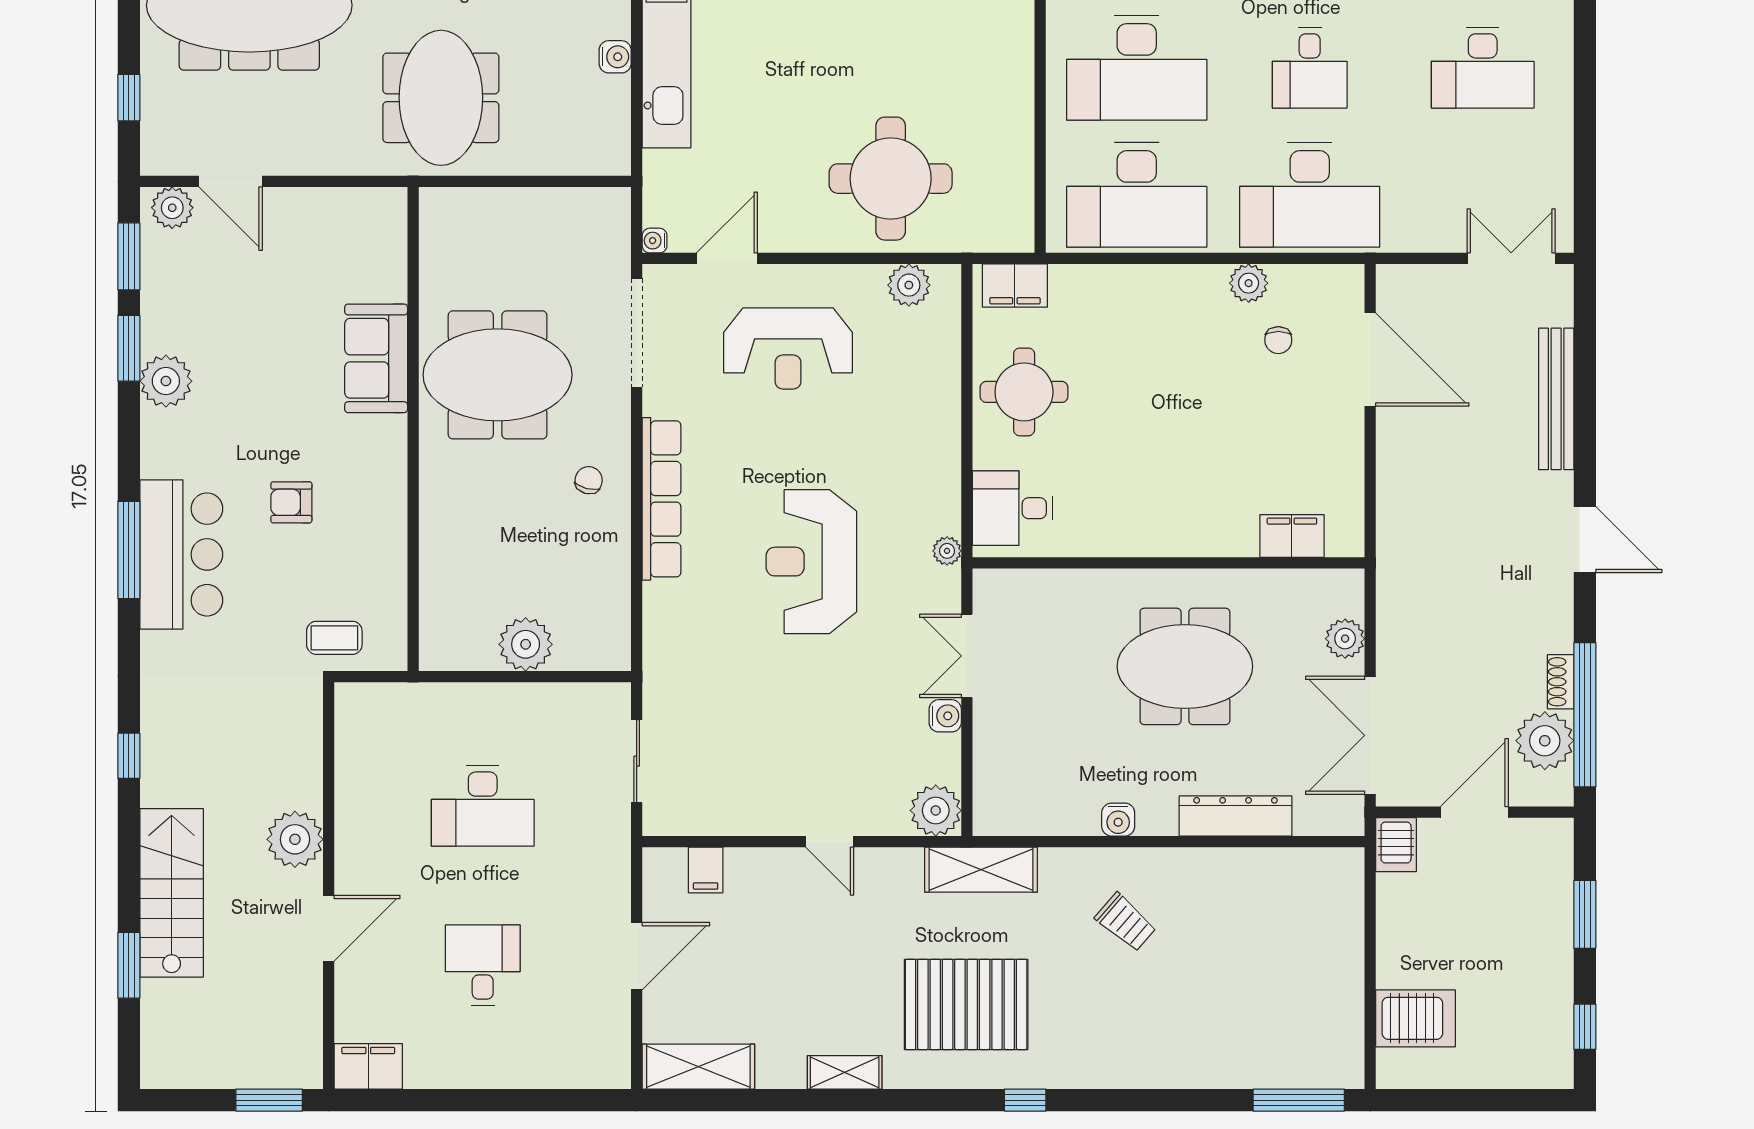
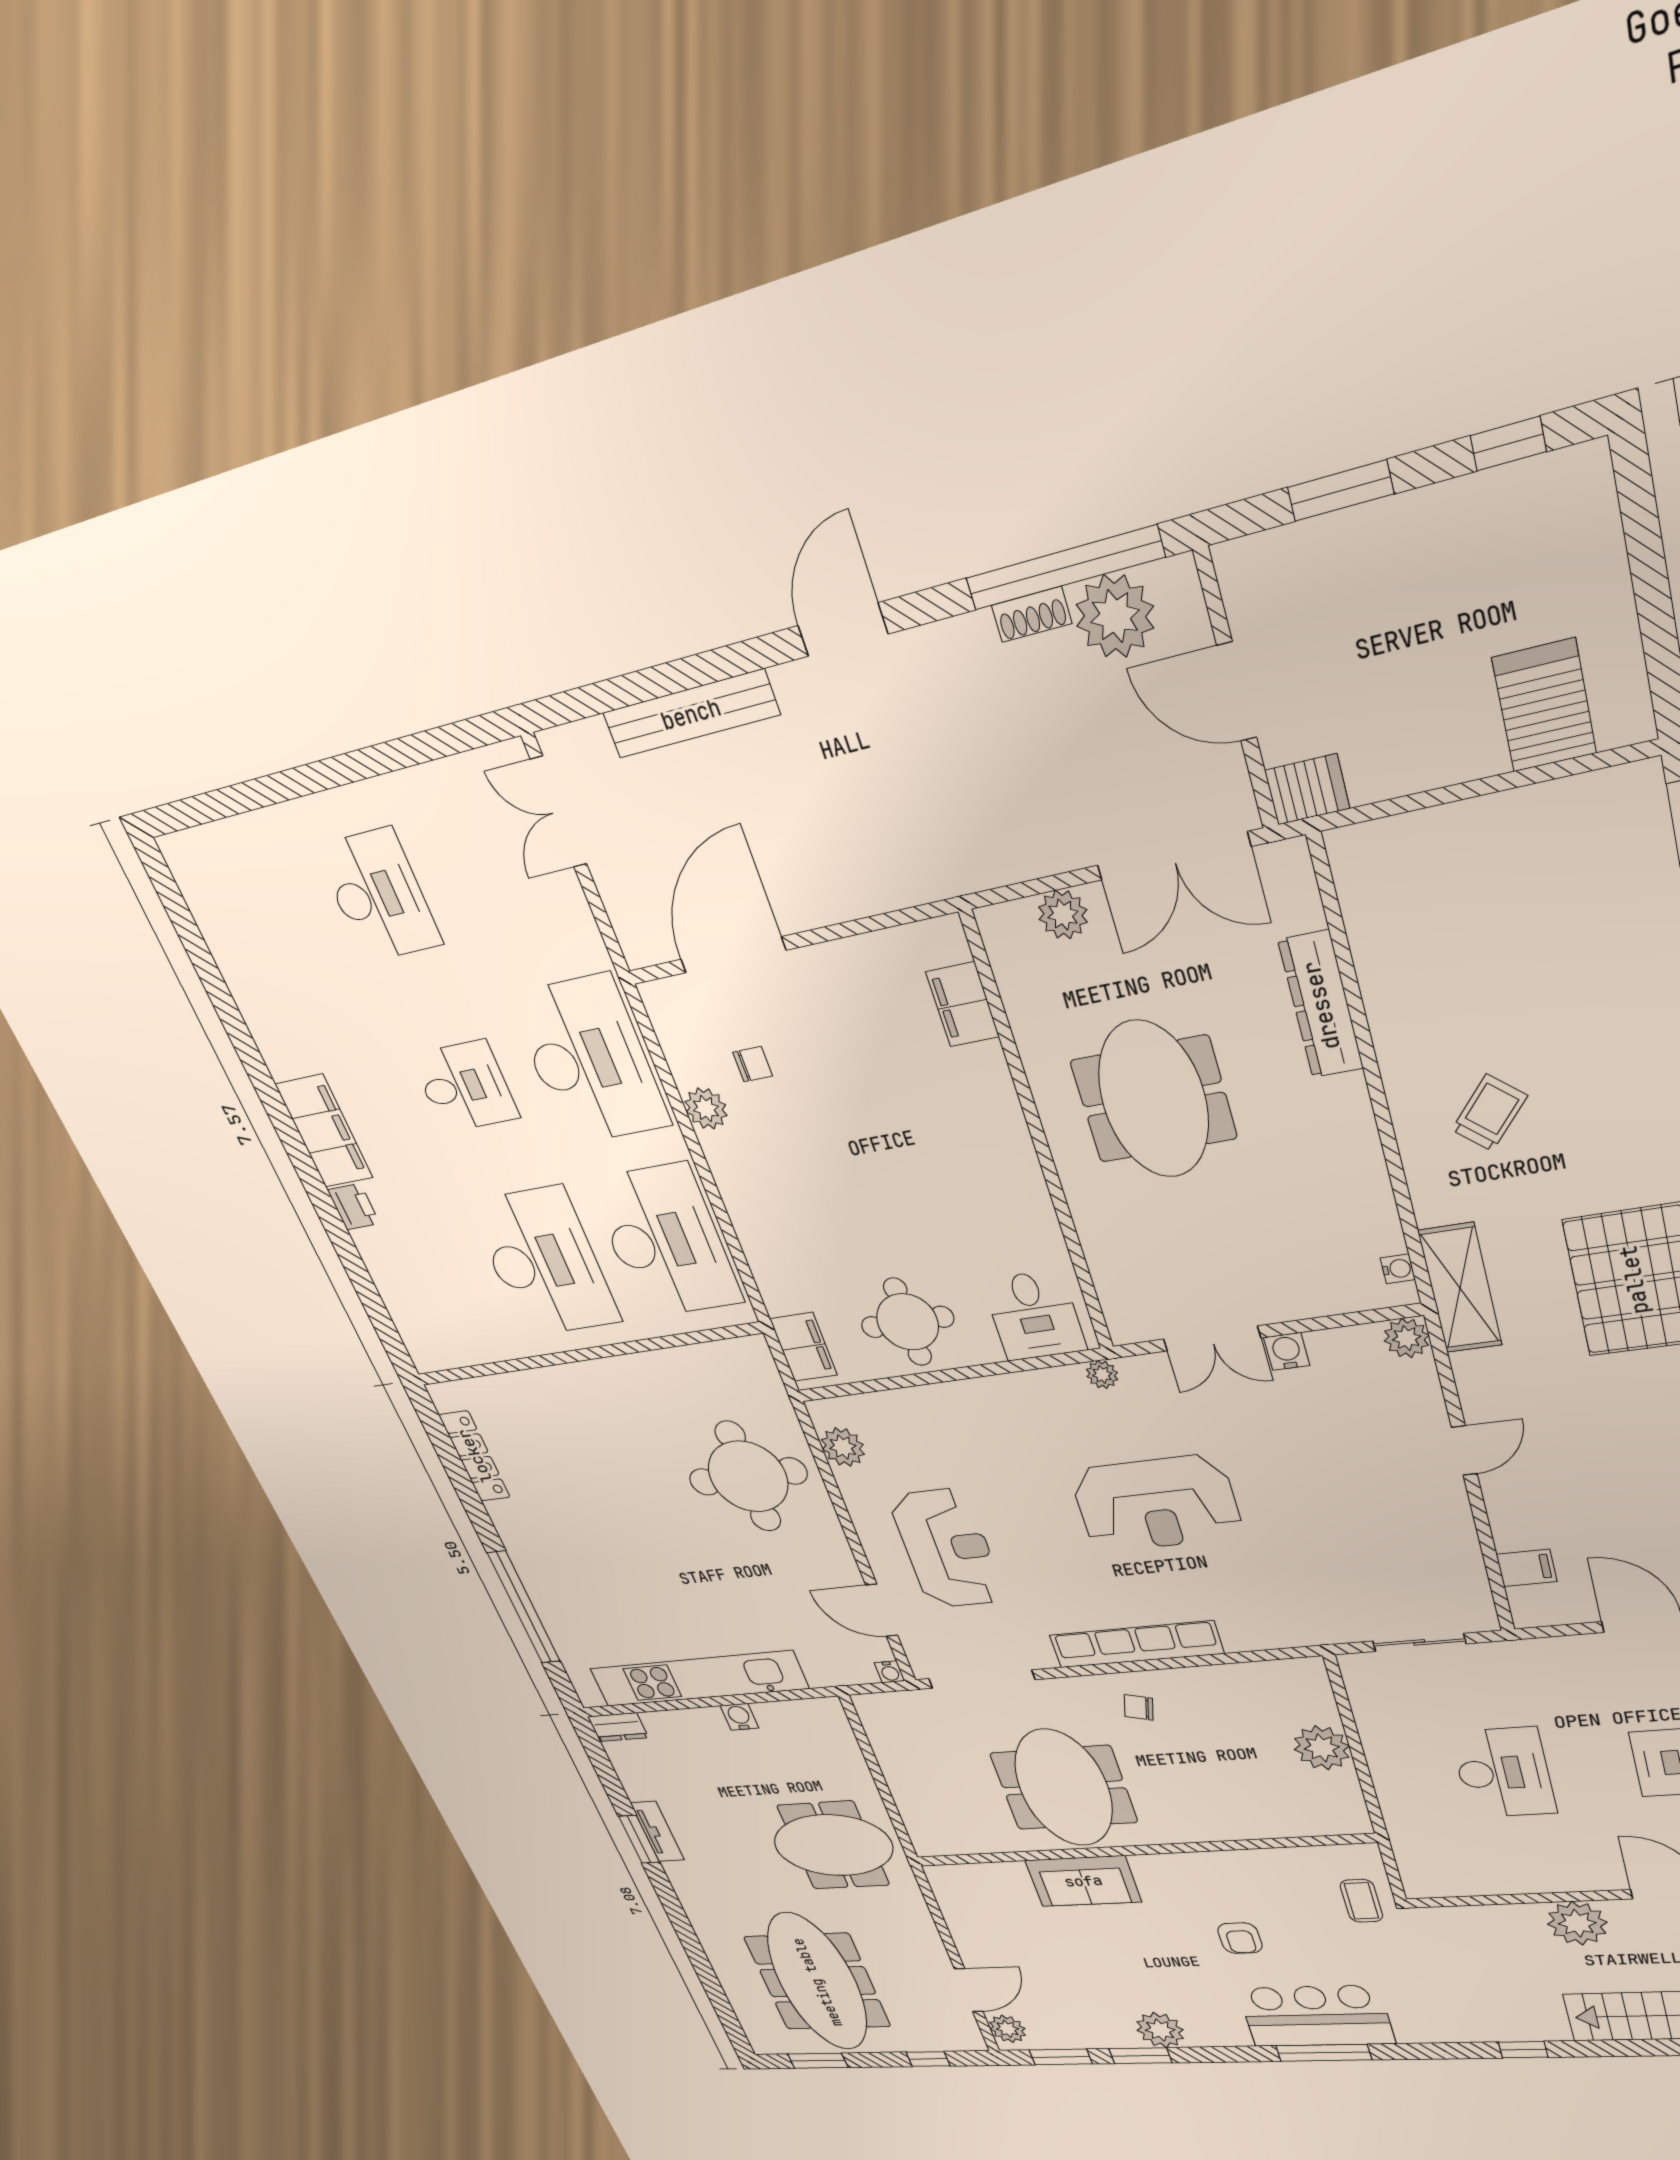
plant: (936, 810) -> (1407, 1338), width x0.73, depth x0.73
water cooler: (1118, 820) -> (1398, 1269), moved, width x0.72, depth x0.72

